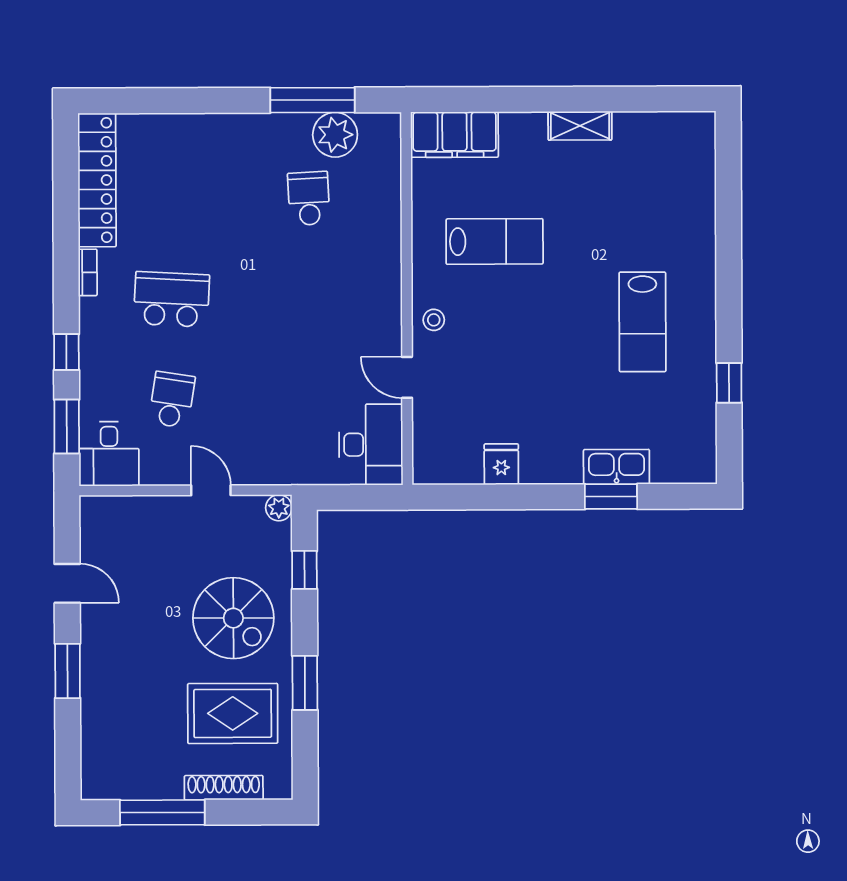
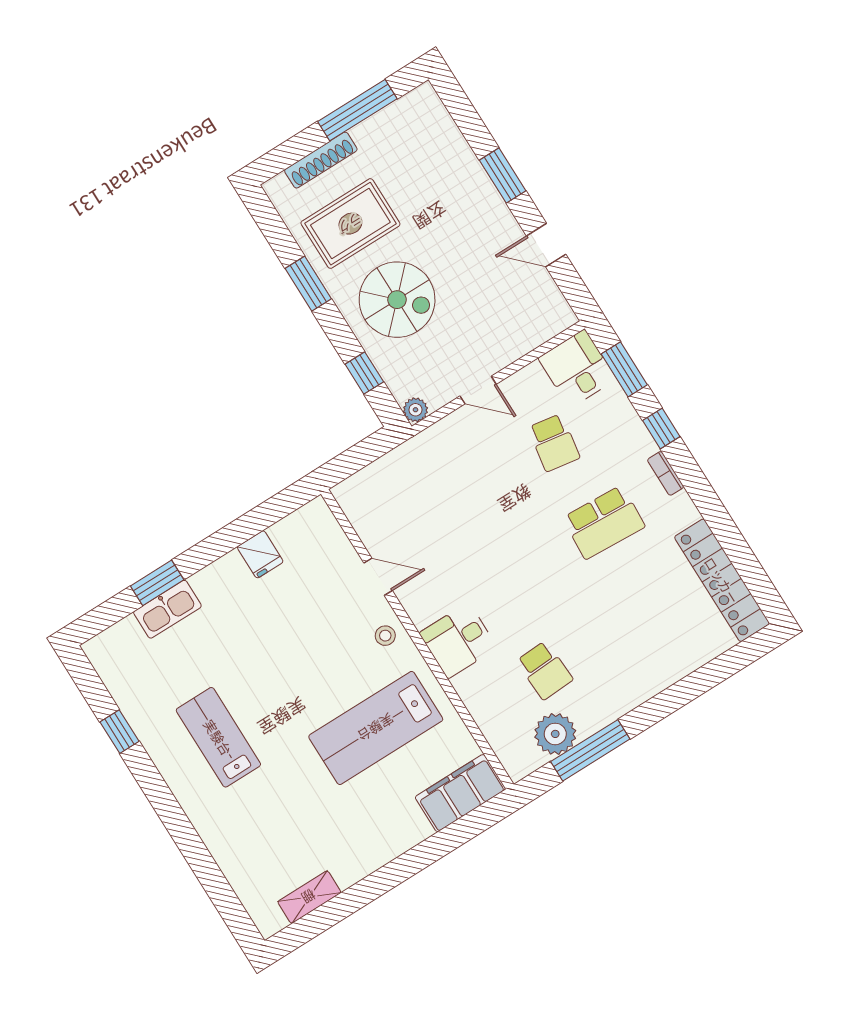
shelving: (580, 126) -> (309, 897), moved
lab bench: (495, 241) -> (376, 728), width x1.36, depth x1.39
bookcase: (88, 272) -> (666, 473), moved
desk: (371, 445) -> (458, 640), moved, width x0.73
spiral stairs: (233, 618) -> (397, 300), turned 180

